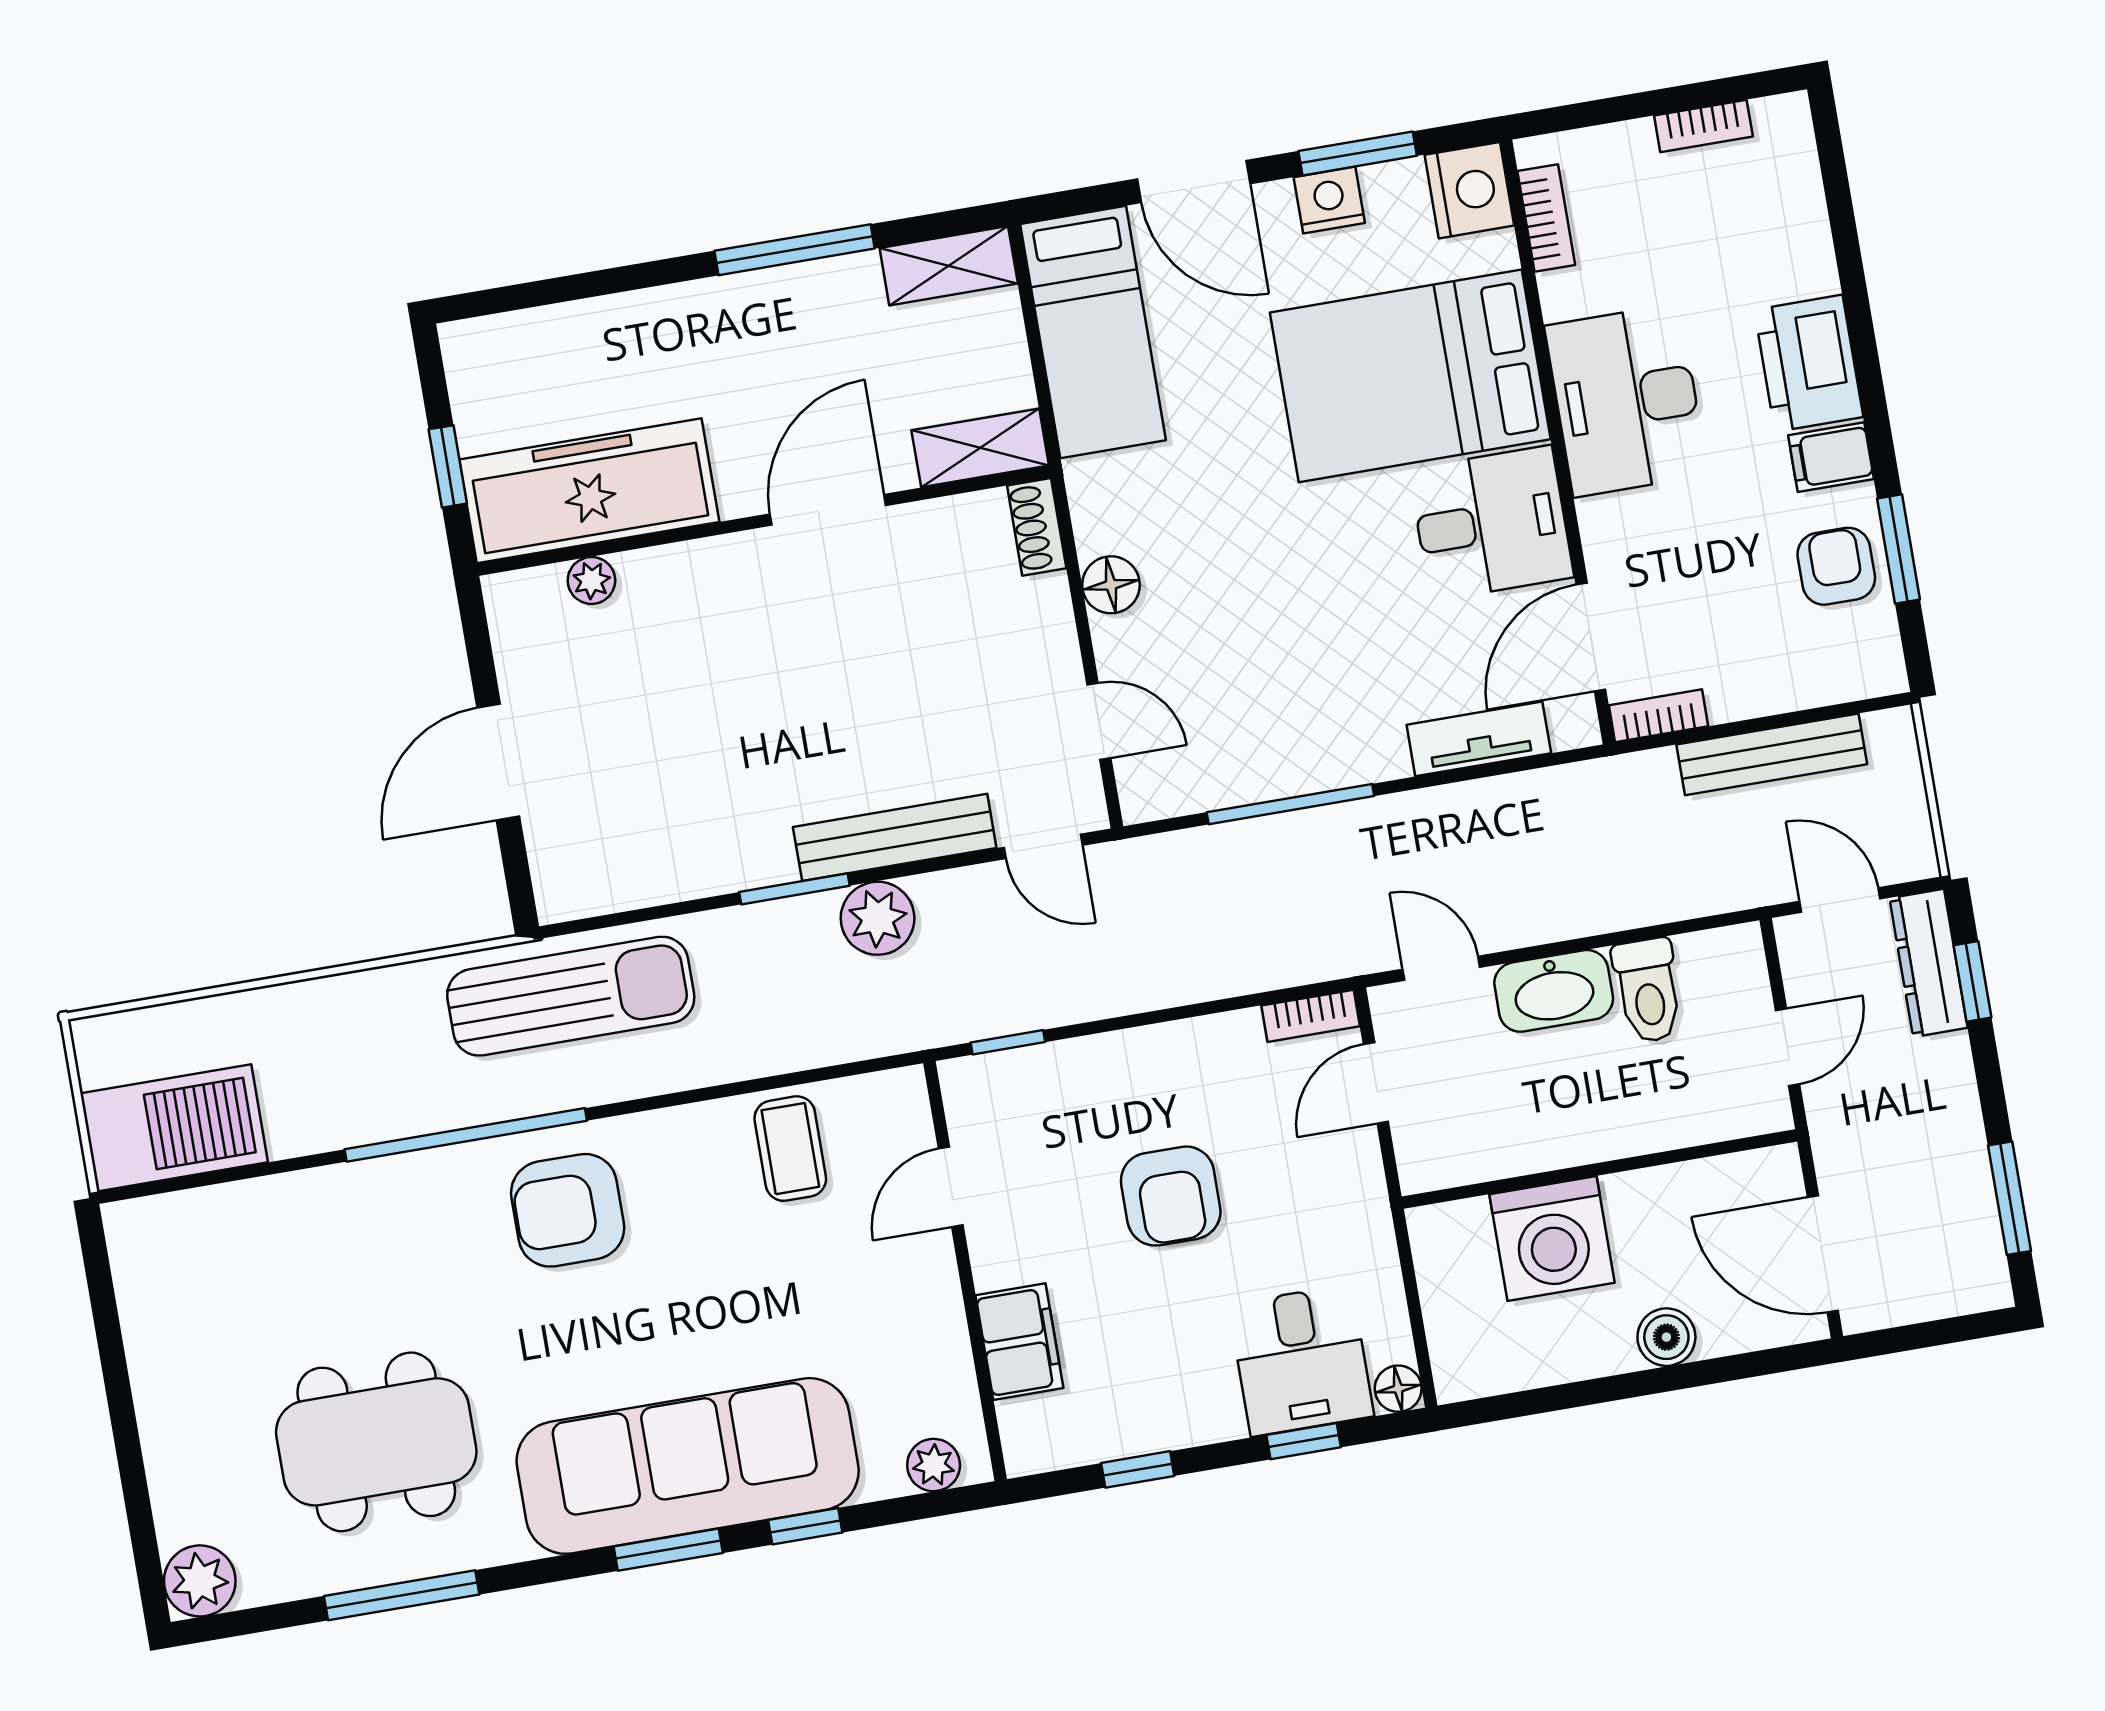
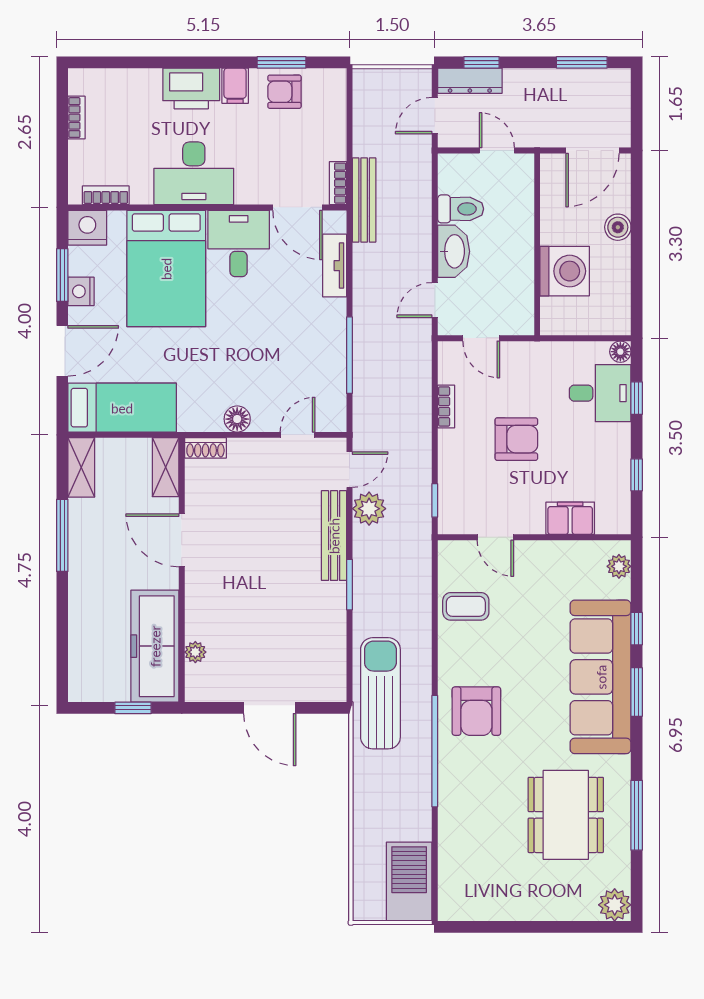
bench: (1772, 754) -> (364, 200), moved
plant: (878, 918) -> (369, 509), moved
bookcase: (1311, 1016) -> (446, 406), moved

